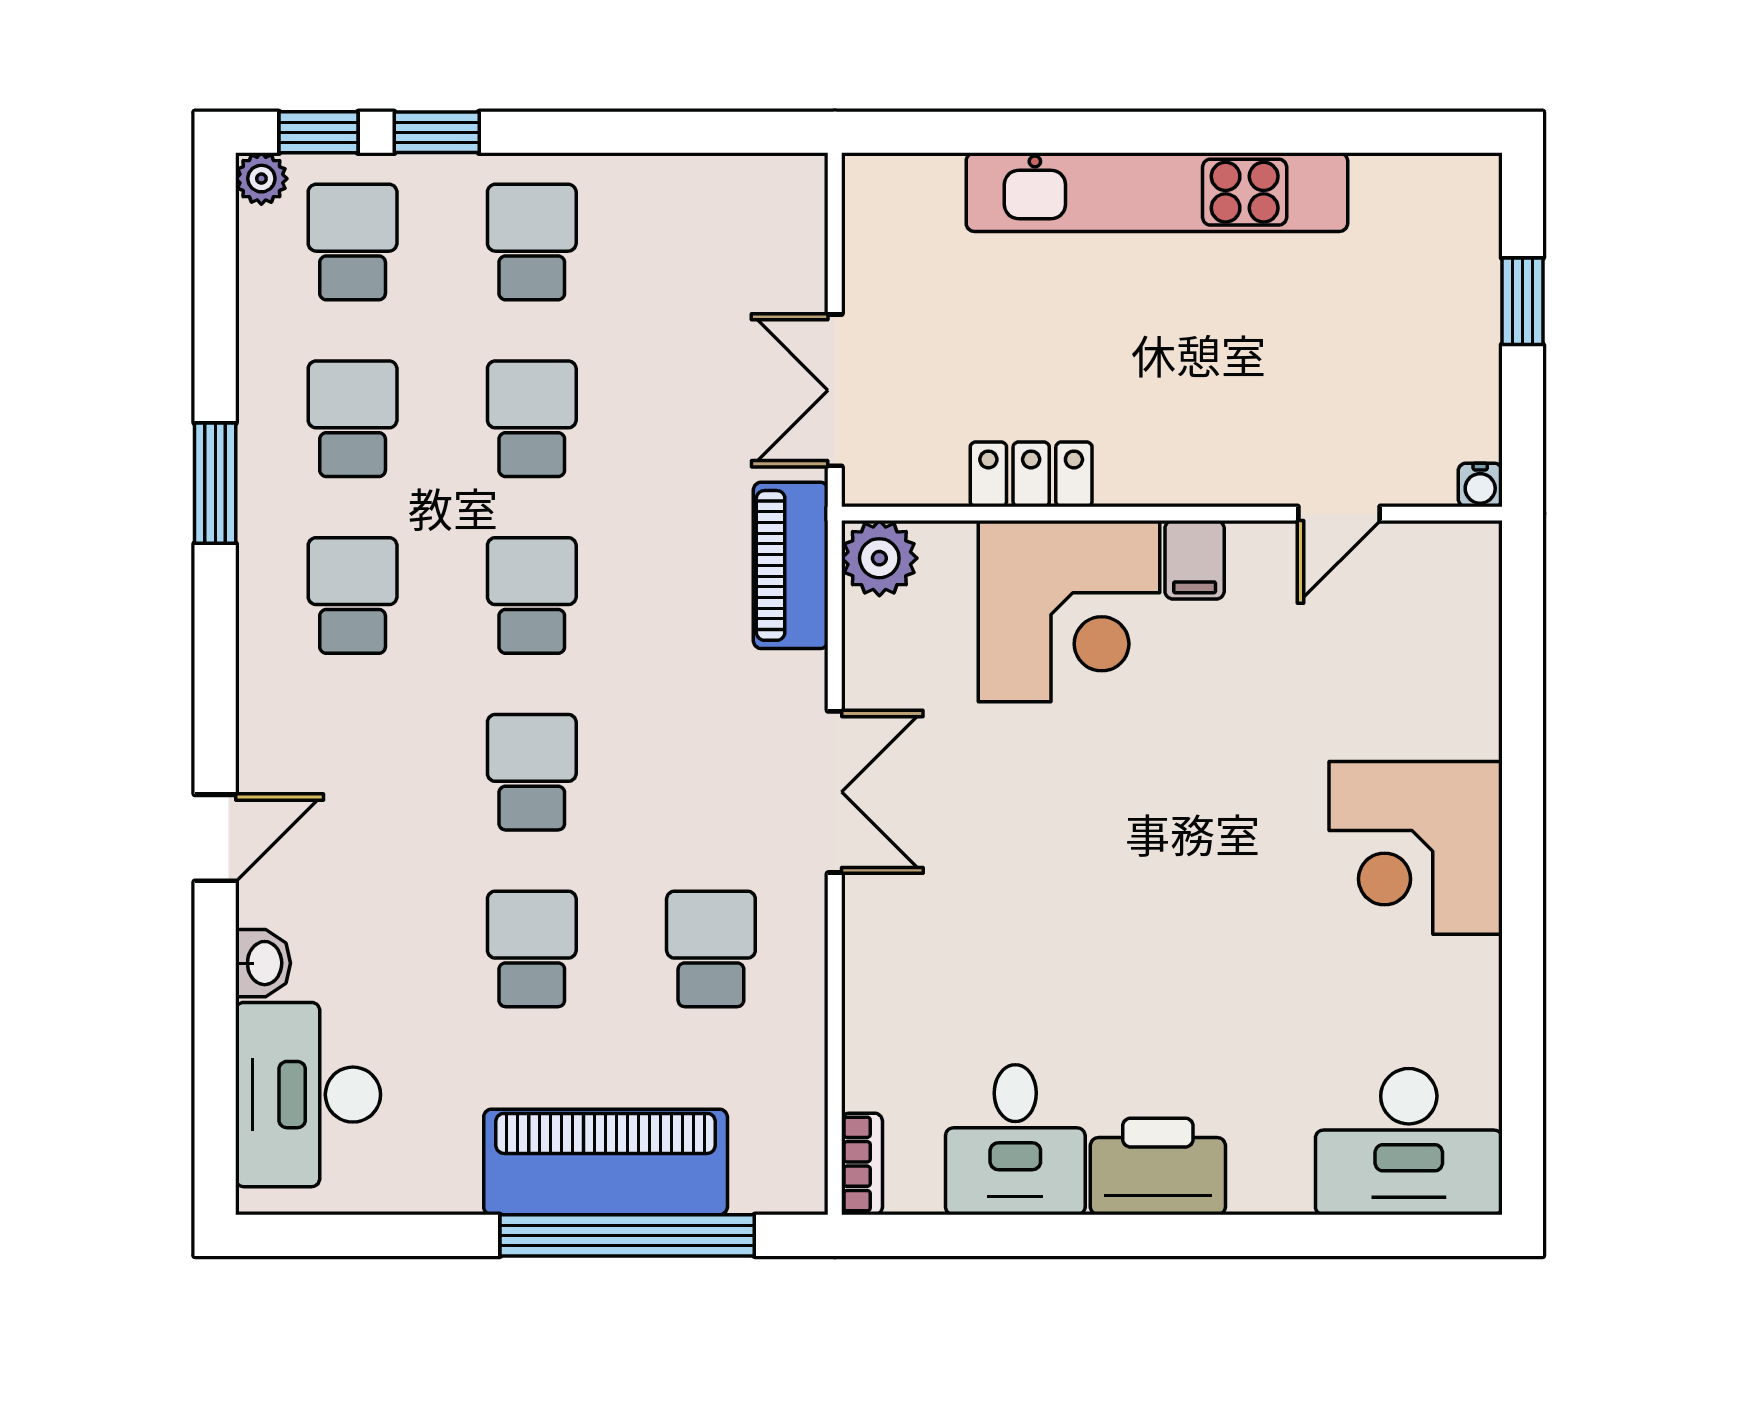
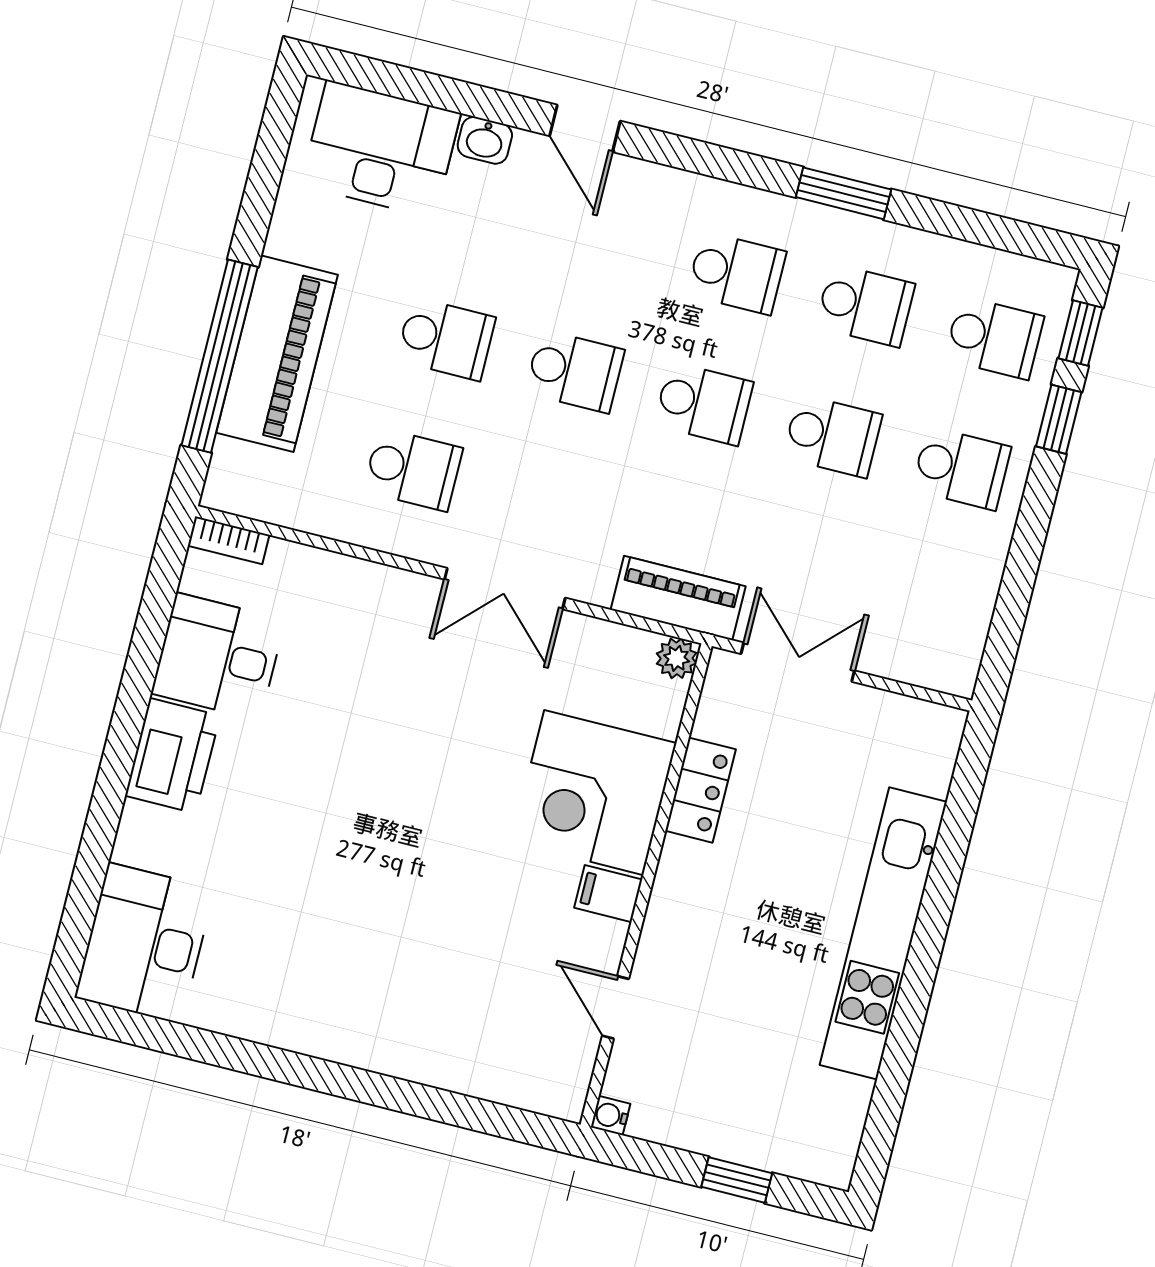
plant: (261, 179) -> (1057, 283), removed
plant: (879, 558) -> (677, 658), width x0.73, depth x0.73
corner desk: (1416, 848) -> (358, 1002), removed

